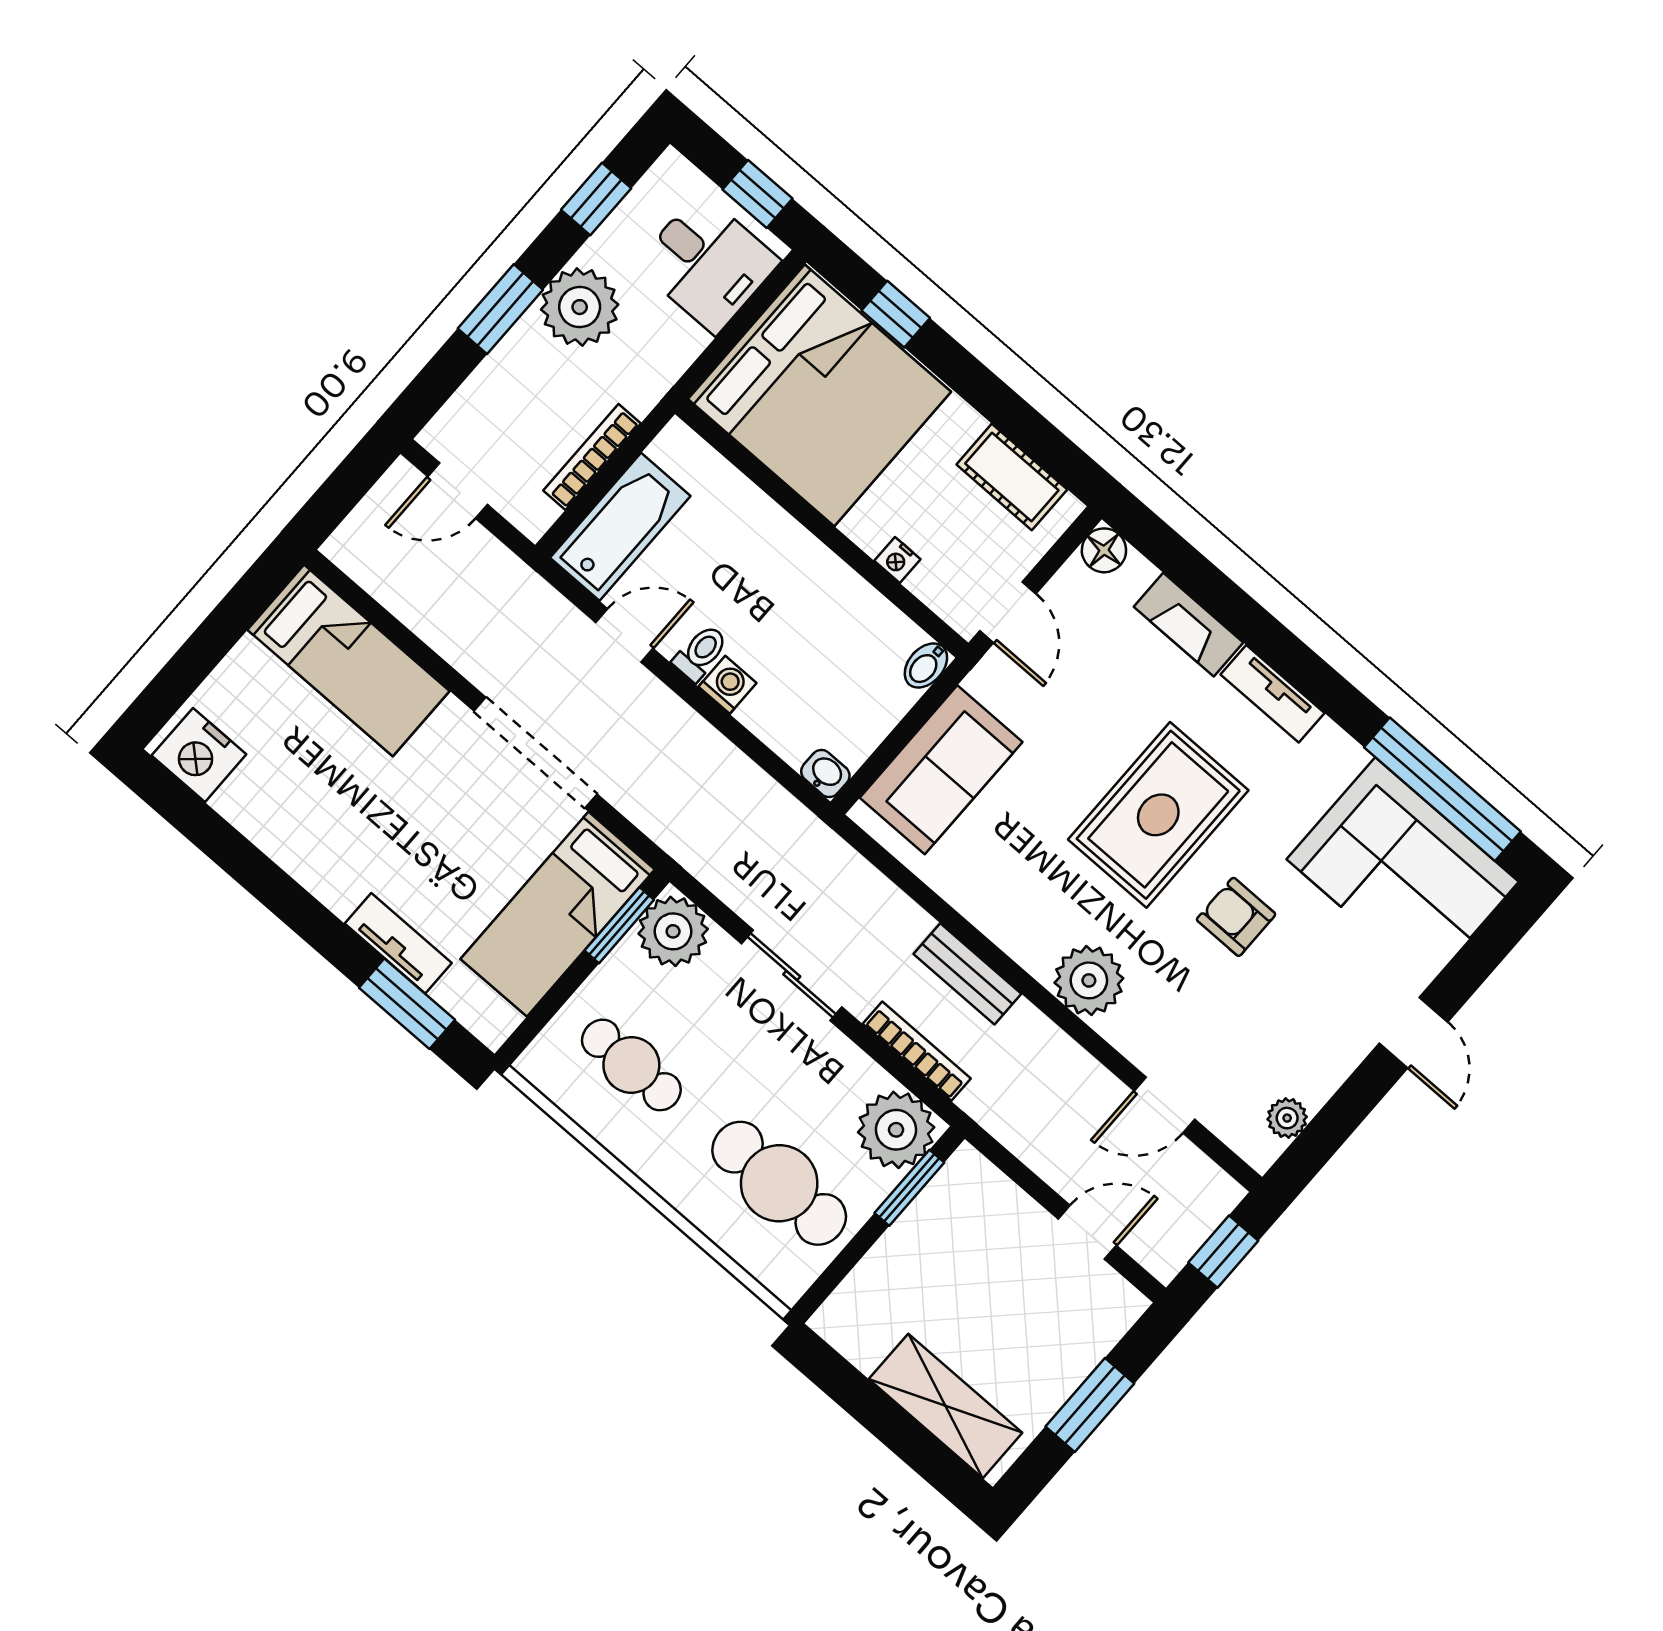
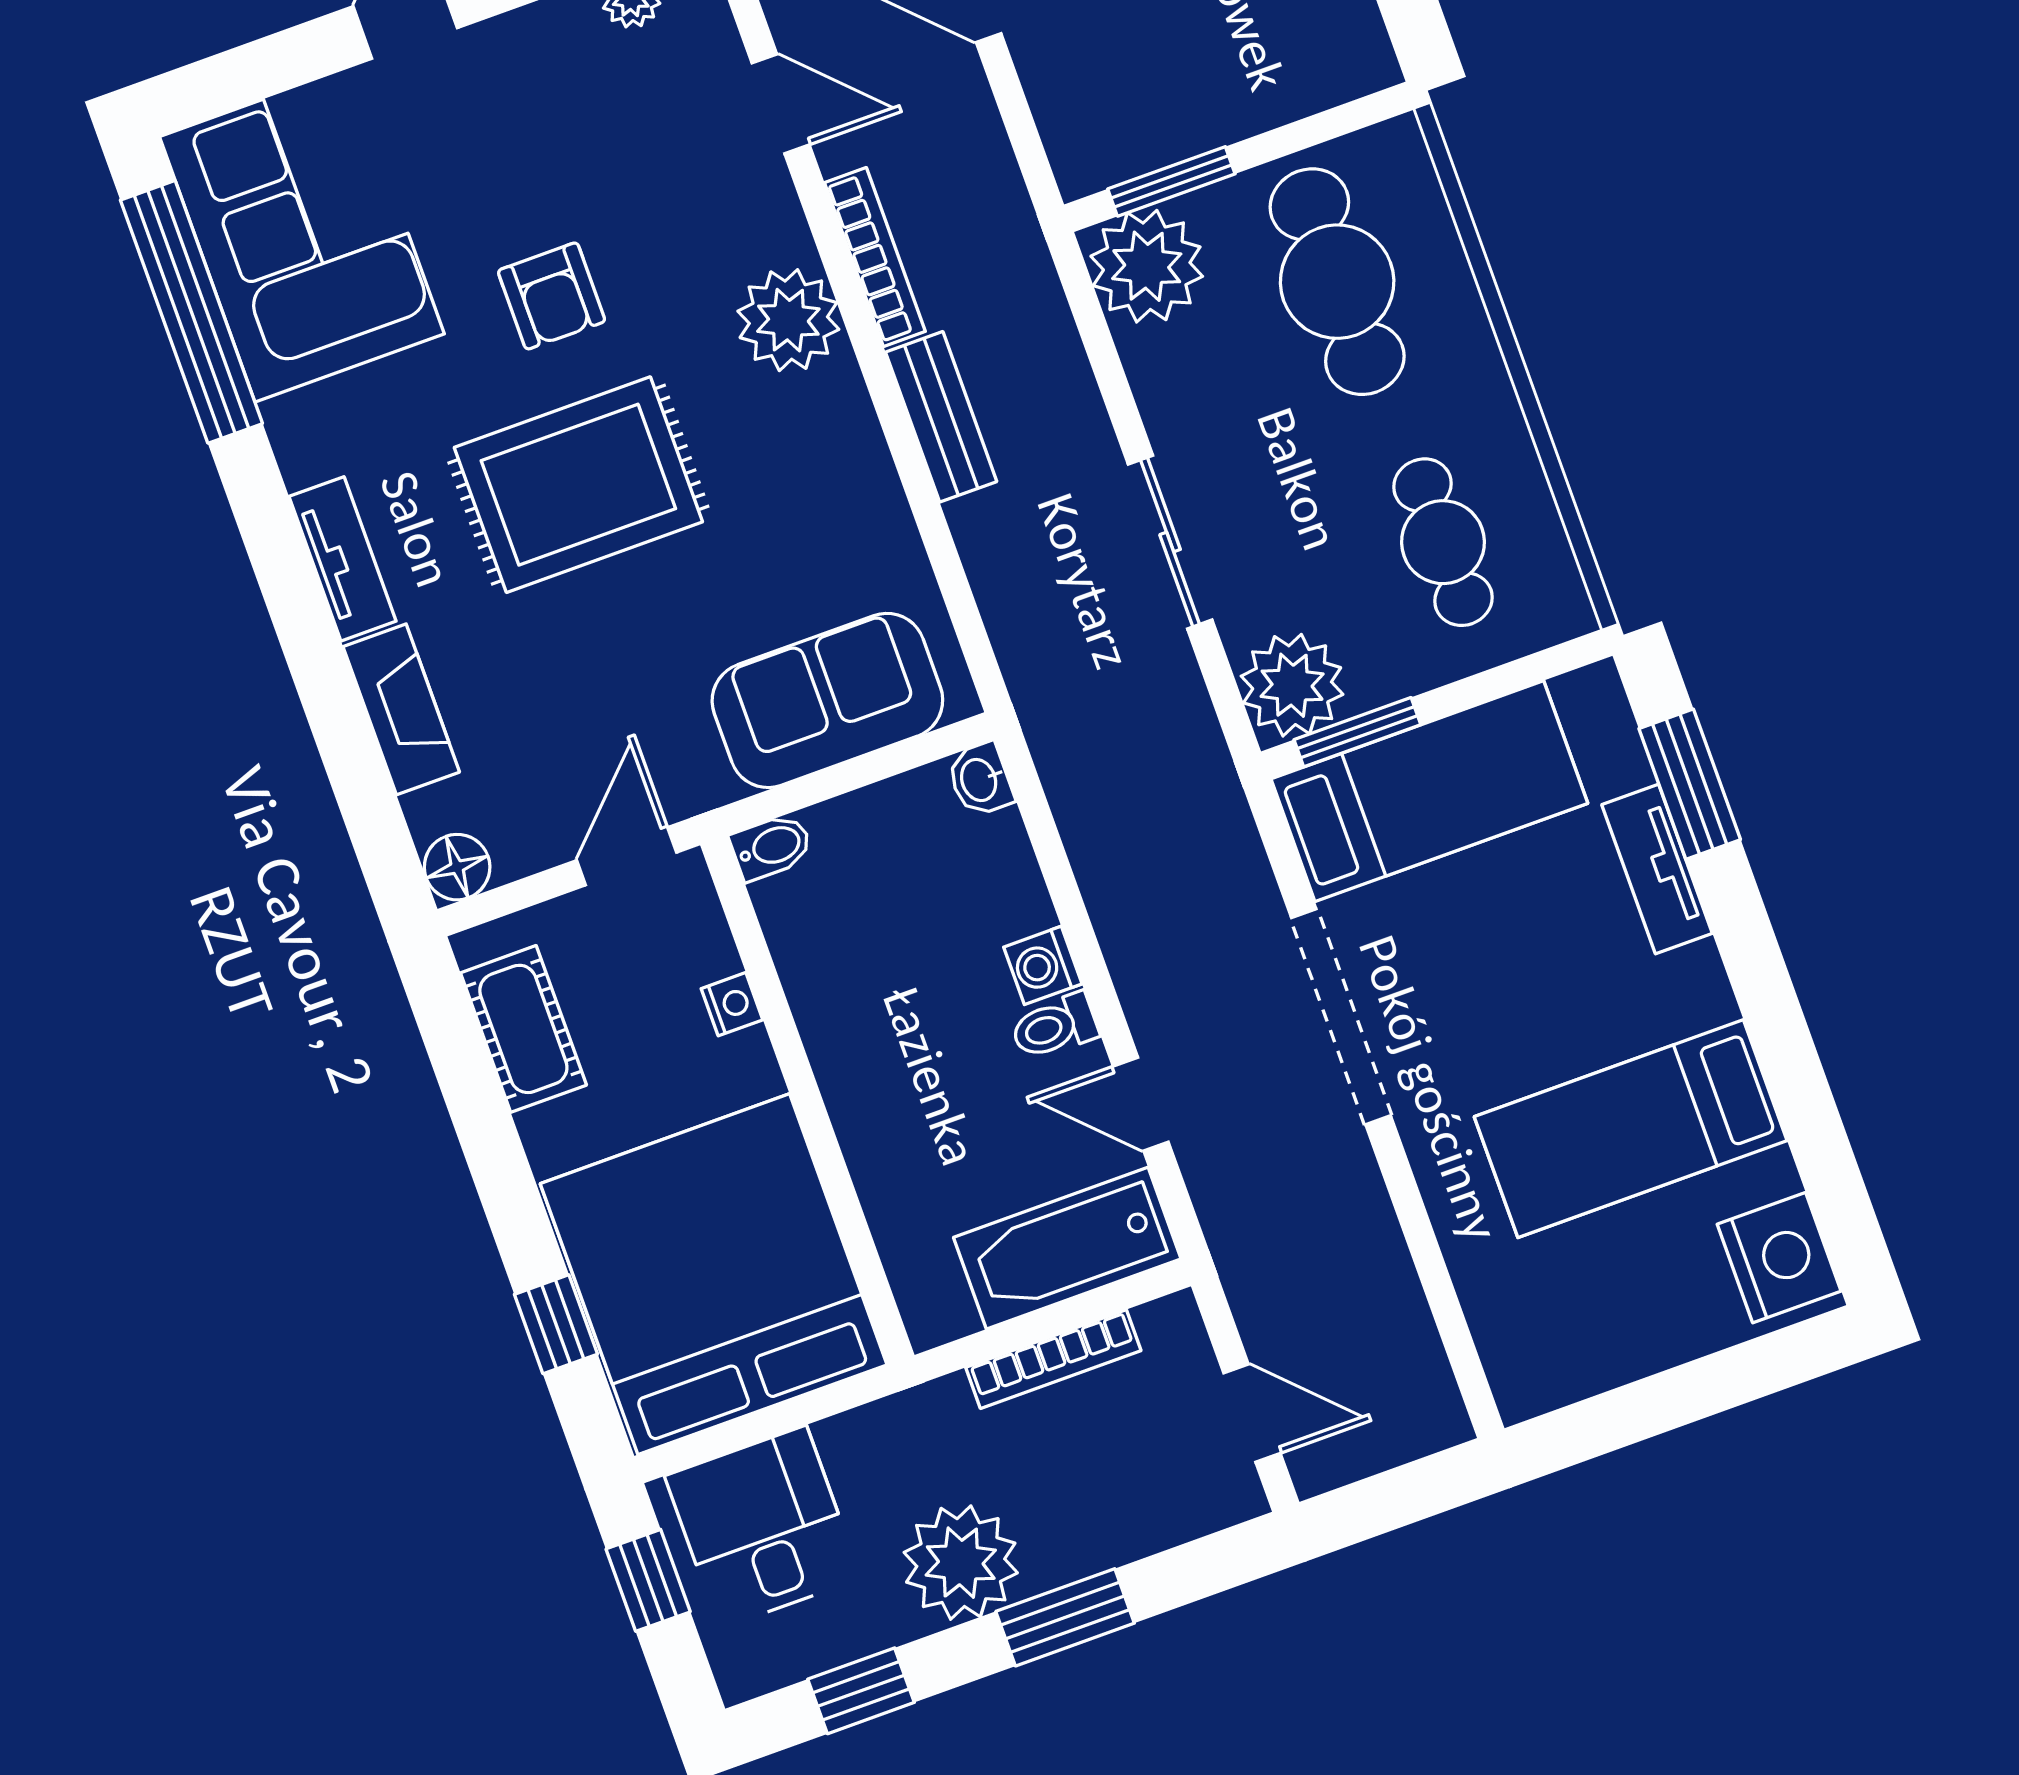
bed: (348, 660) -> (1631, 1129), moved, turned -90
bookcase: (917, 1051) -> (875, 257), moved, turned 180

